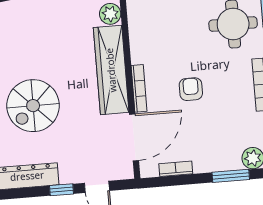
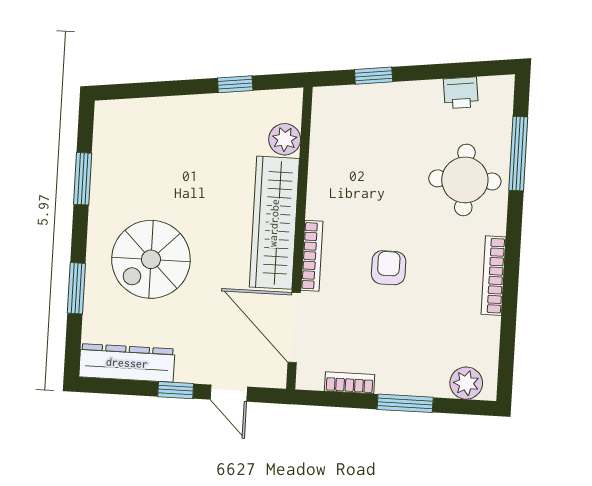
door: (134, 137) -> (294, 328), swing flipped
window: (231, 176) -> (405, 403), moved

